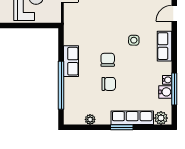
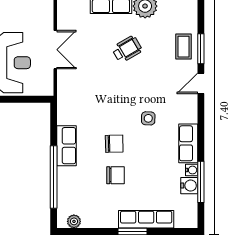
row of seats: (165, 46) -> (188, 143), moved
chair: (108, 60) -> (114, 144), turned 89
plant: (161, 118) -> (184, 220), removed
plant: (90, 119) -> (74, 221), moved

